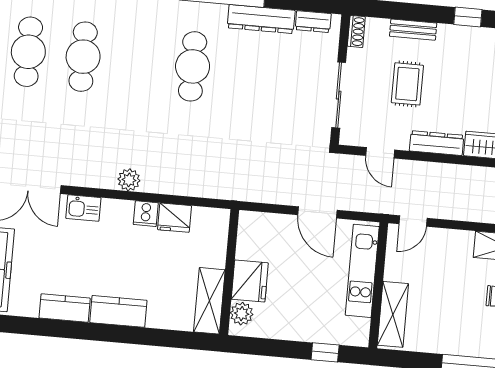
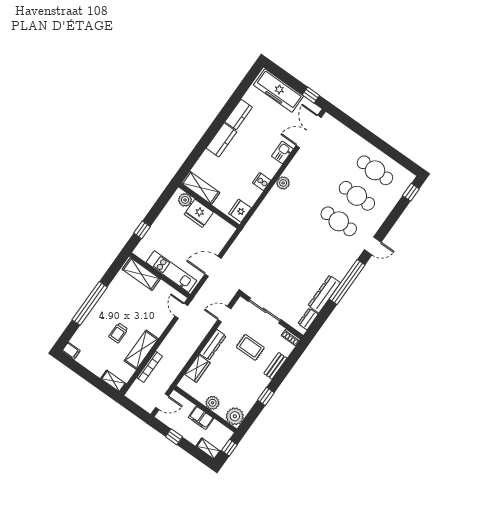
cafe table: (193, 66) -> (339, 221), moved
fridge: (175, 218) -> (240, 211), moved

